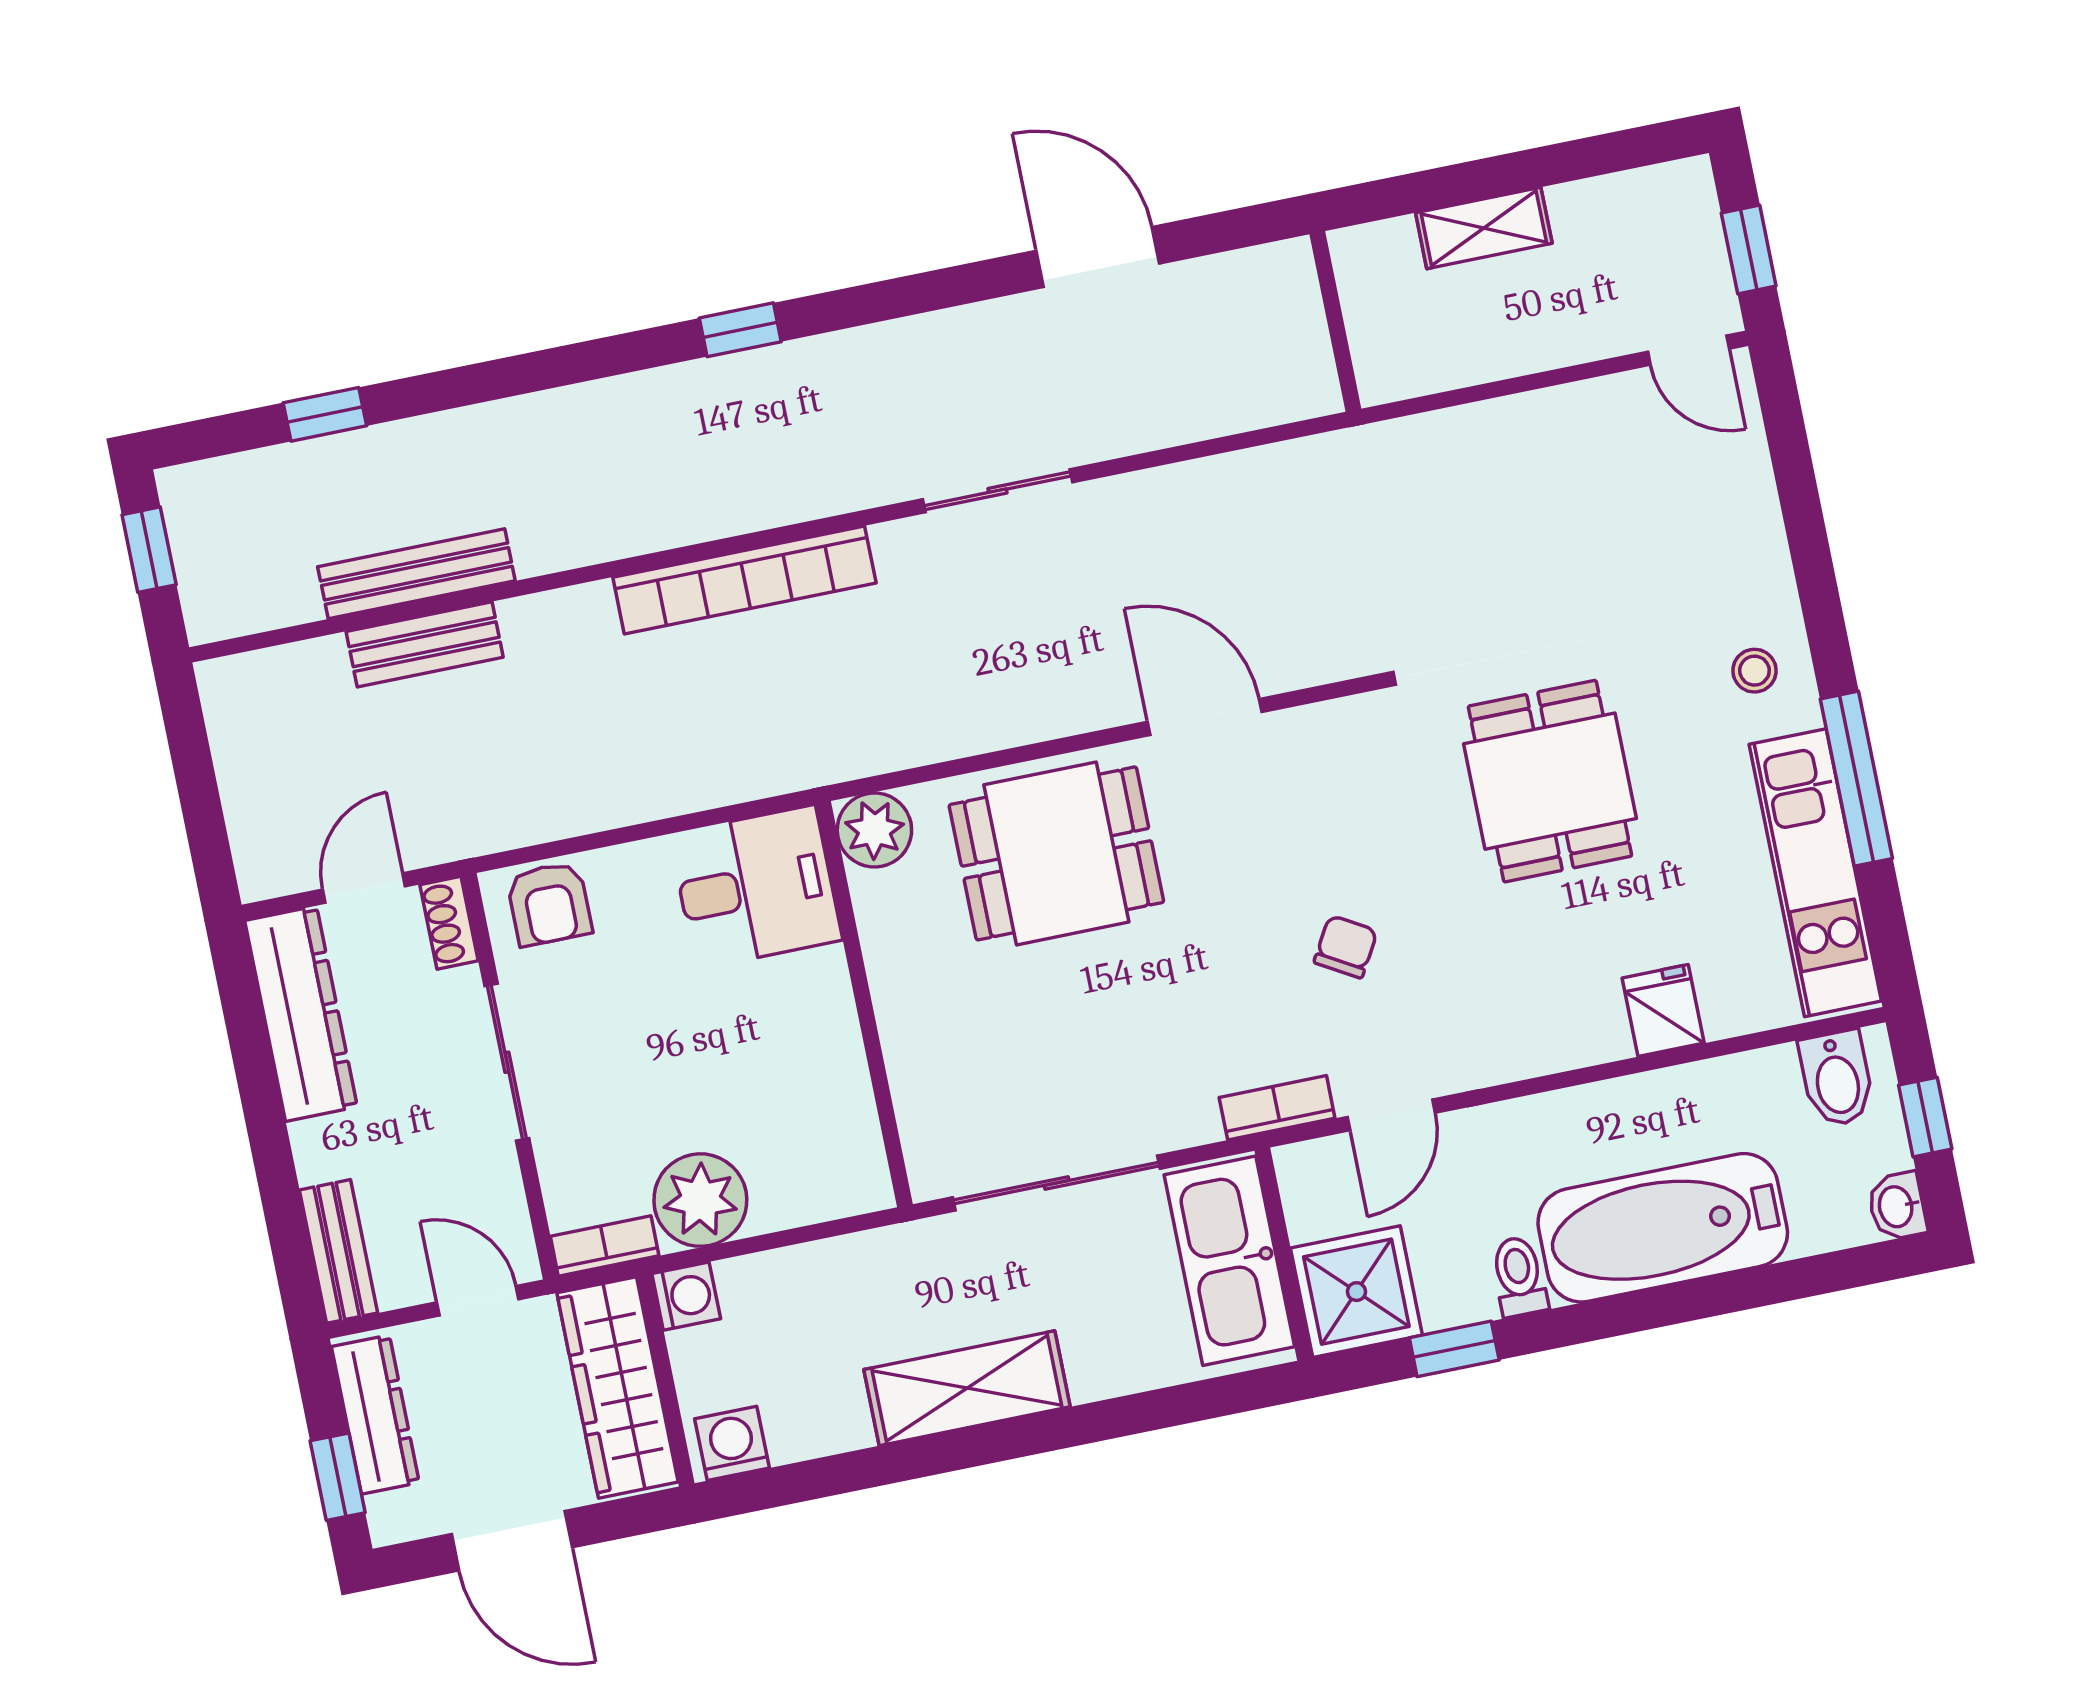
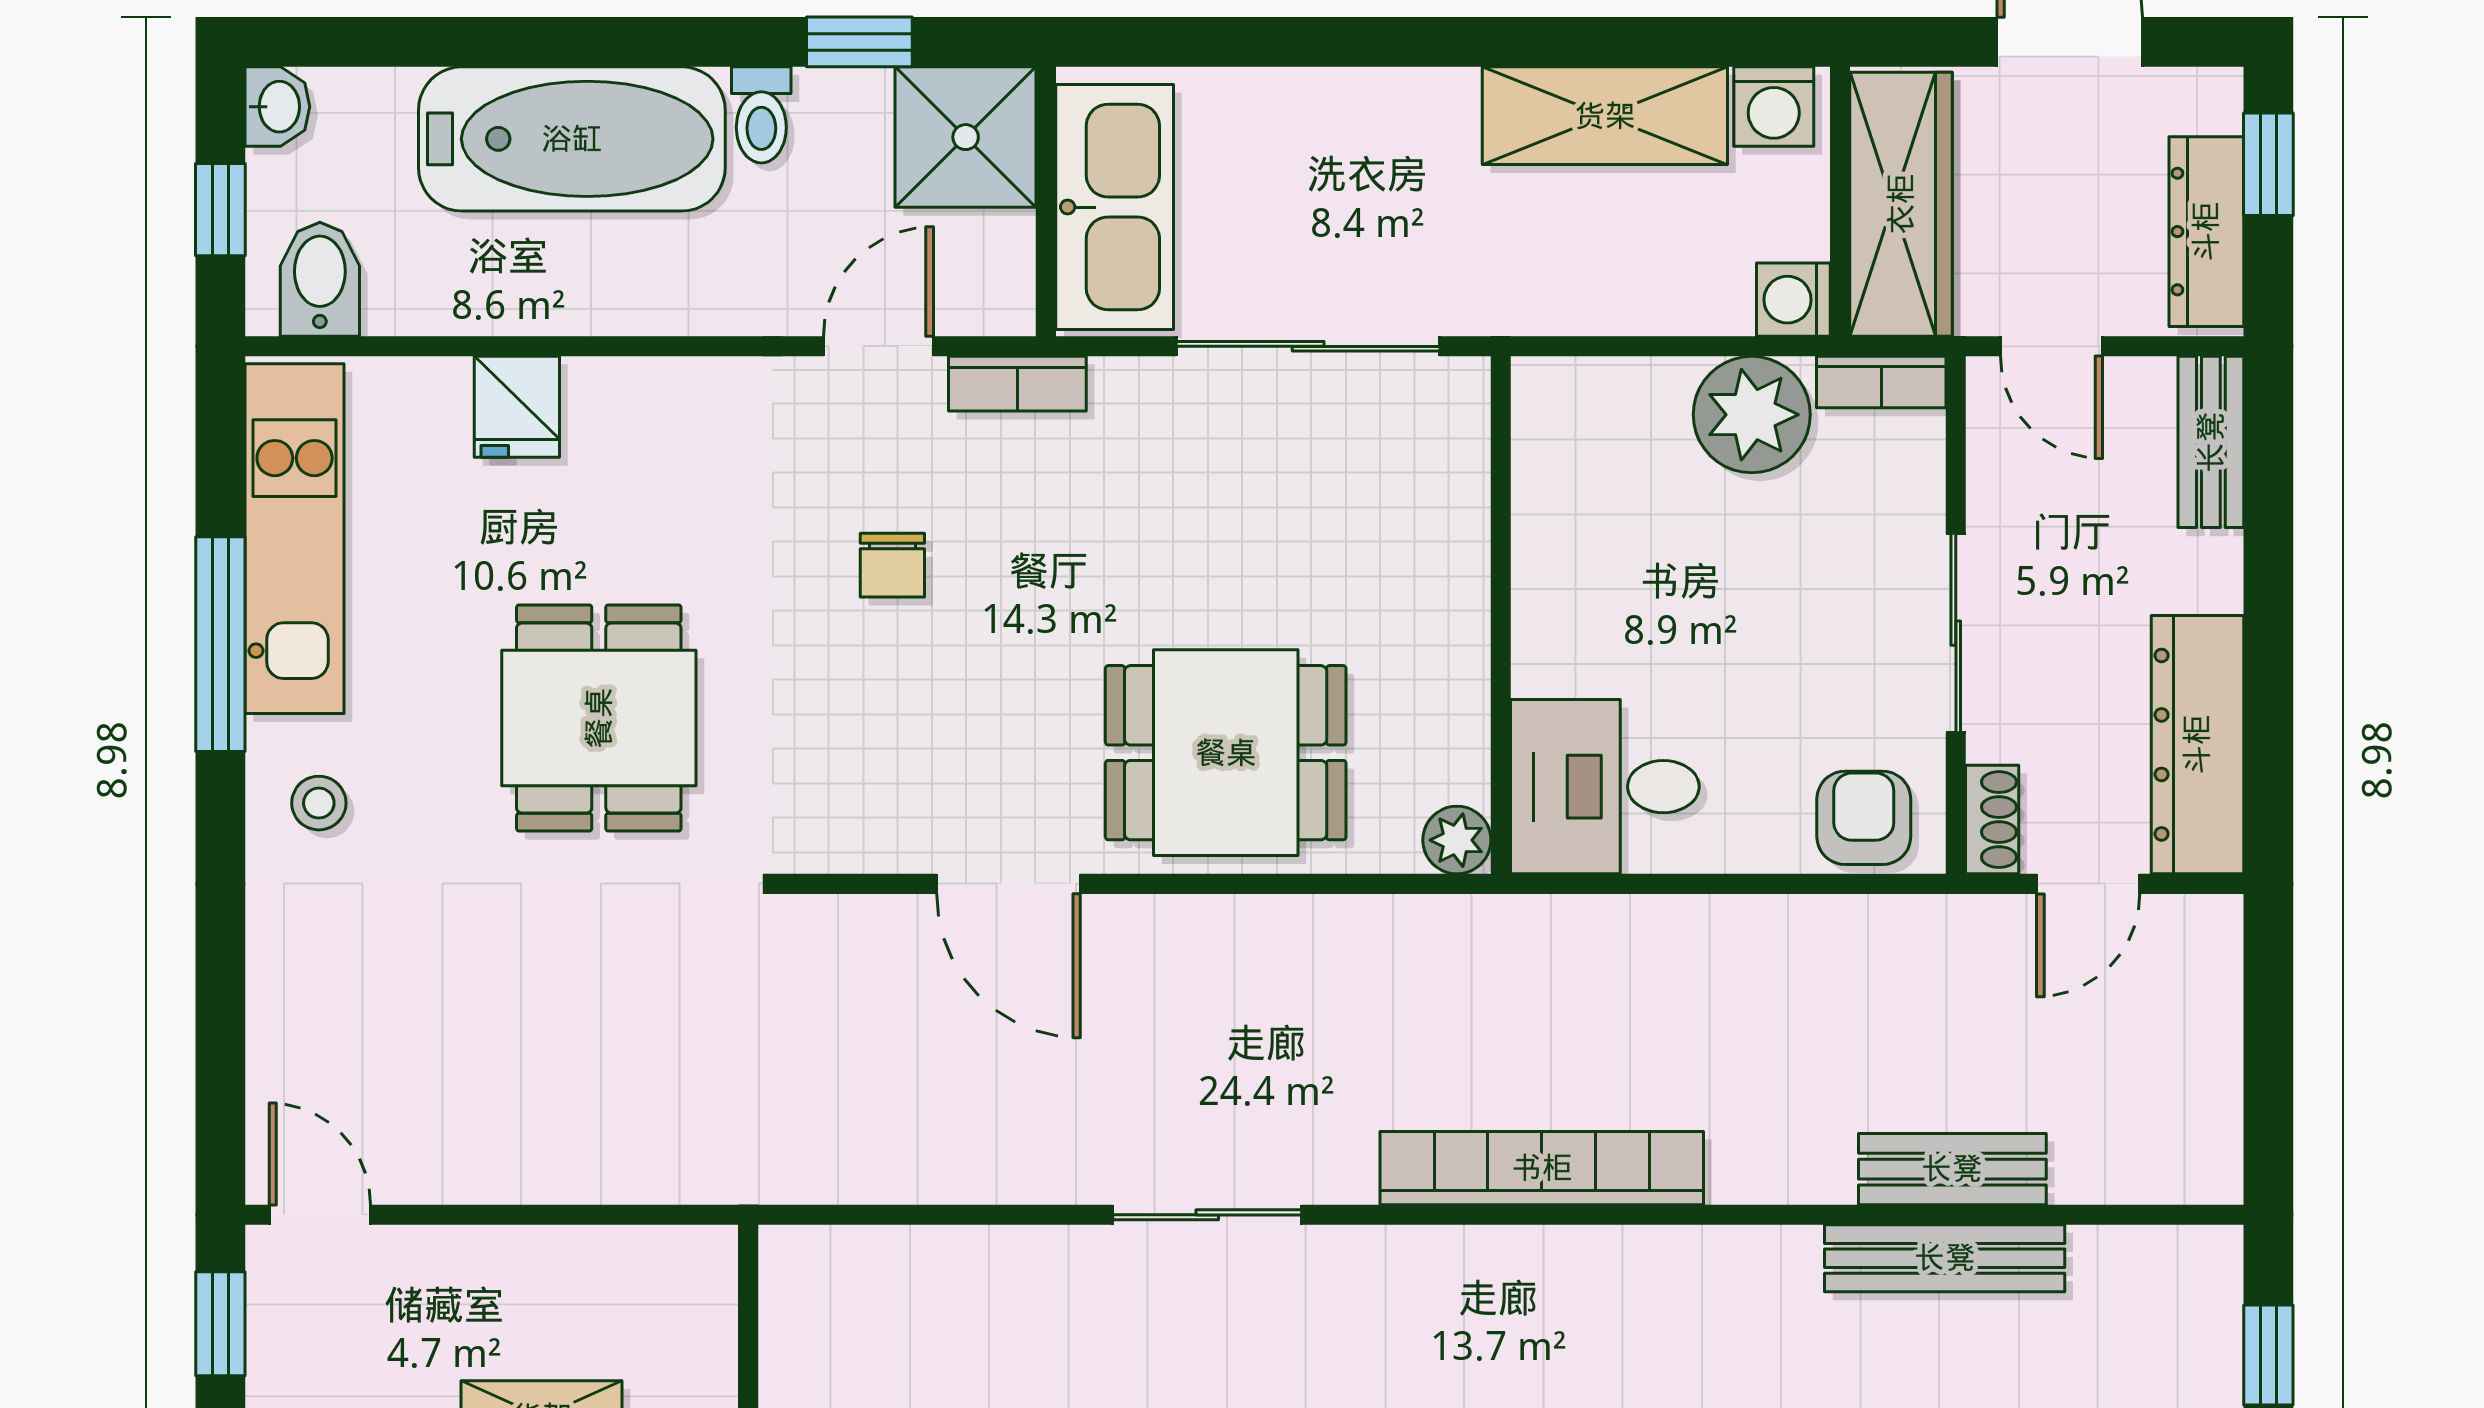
plant: (874, 830) -> (1457, 840), width x0.73, depth x0.73
chair: (1346, 947) -> (892, 565), turned -30
shelving: (967, 1388) -> (1605, 116), moved

